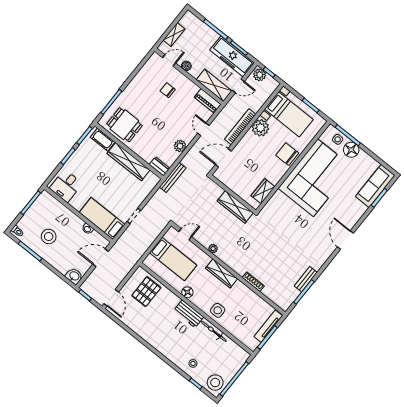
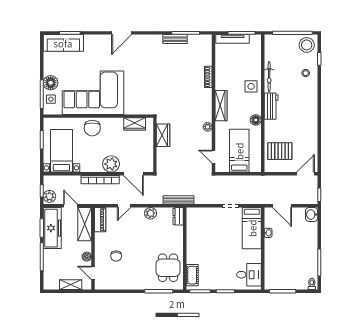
plant: (260, 128) -> (111, 164), moved
wardrobe: (129, 162) -> (193, 242), removed
wardrobe: (235, 207) -> (163, 135), width x0.67
stool: (49, 237) -> (297, 257), removed

